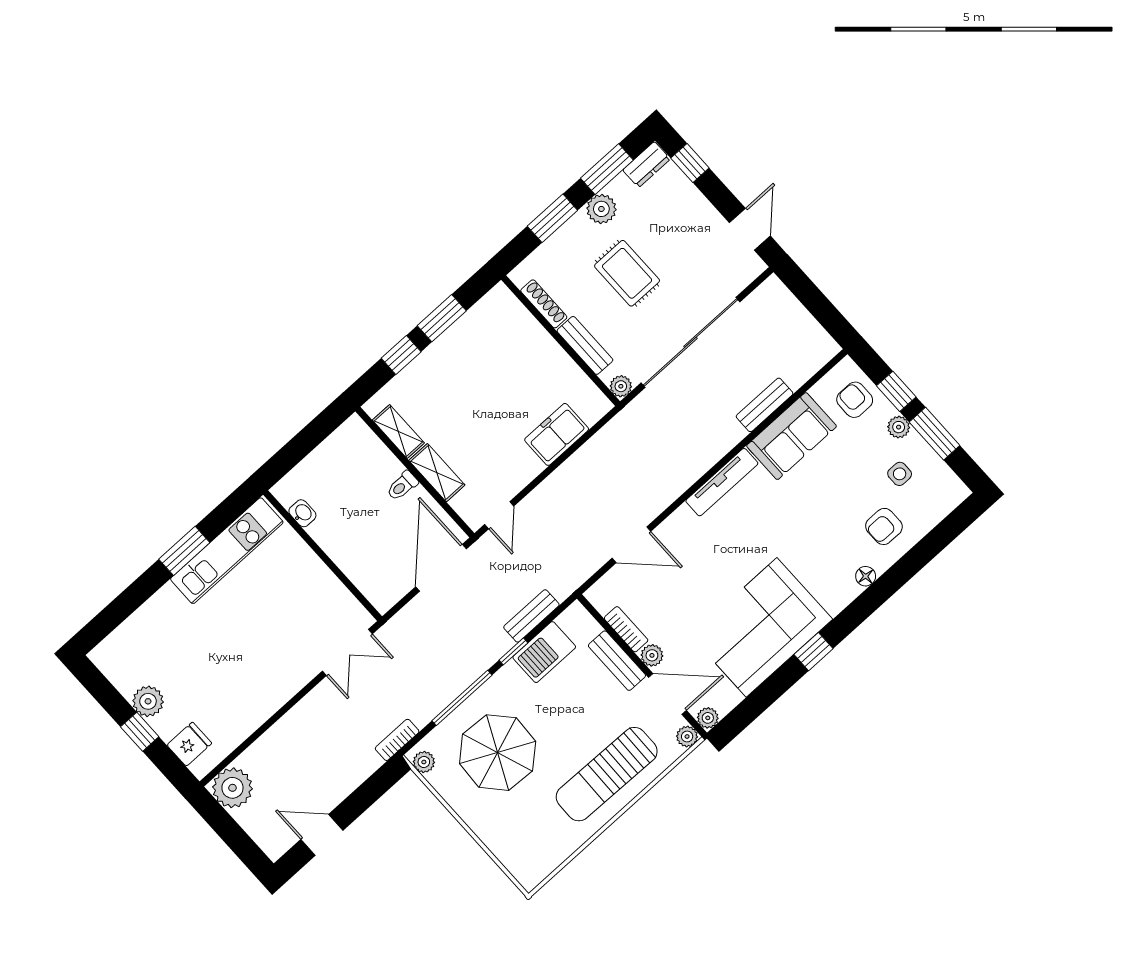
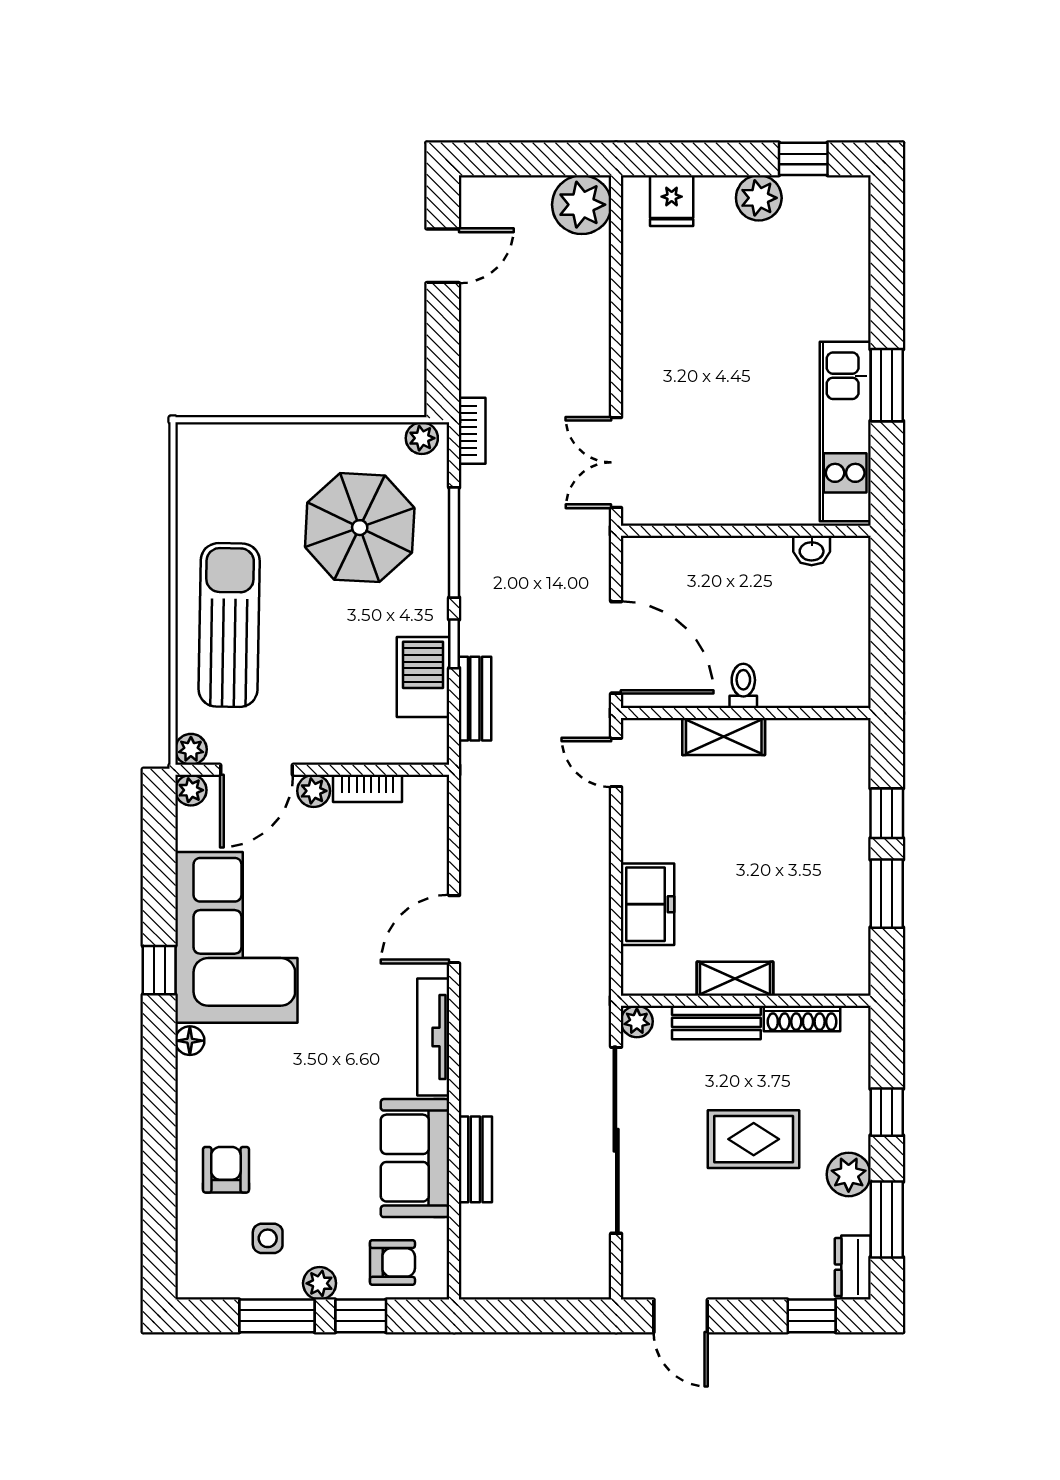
window: (552, 218) -> (887, 1112), width x0.67
shelving: (398, 431) -> (735, 979), moved
door: (631, 545) -> (454, 929), moved
floor lamp: (866, 576) -> (190, 1041), moved
bench: (617, 661) -> (342, 748), removed
window: (140, 732) -> (803, 159), moved

